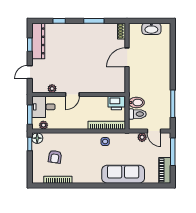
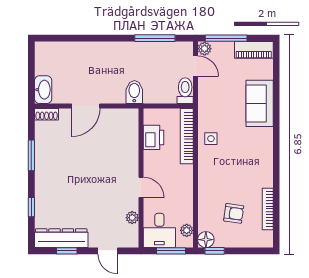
washbasin: (151, 29) -> (43, 90), moved
door: (127, 57) -> (86, 106), hinge flipped
bidet: (136, 102) -> (134, 92), moved
printer: (116, 103) -> (154, 137), moved
toilet: (137, 114) -> (185, 91), moved
door: (154, 131) -> (195, 66), hinge flipped
plant: (142, 137) -> (205, 49), moved
sofa: (123, 174) -> (260, 103), width x0.73

